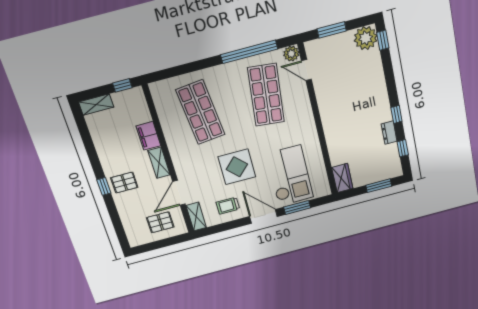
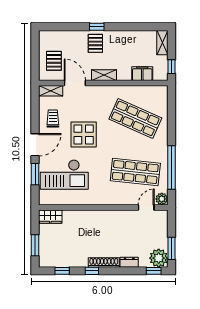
window: (332, 30) -> (171, 248), moved
shoe rack: (384, 103) -> (104, 263), added
shop shelf: (200, 112) -> (135, 118), turned 30
dresser: (389, 133) -> (129, 262), moved
filing cabinet: (148, 136) -> (142, 74), moved

